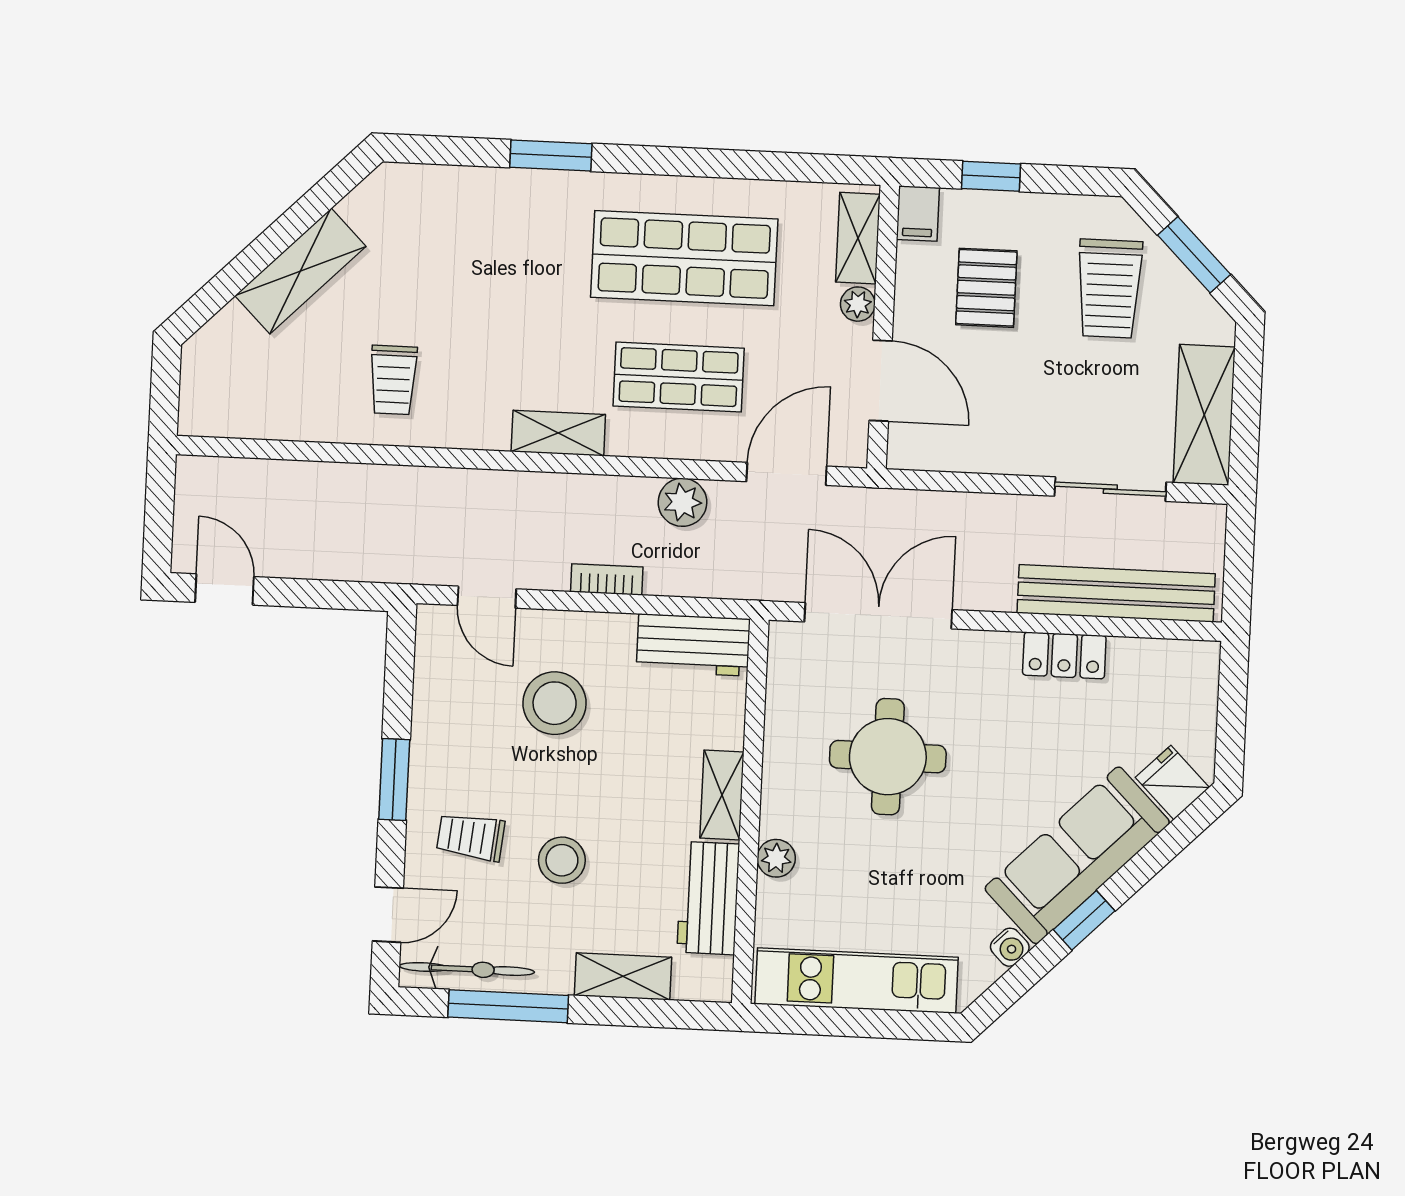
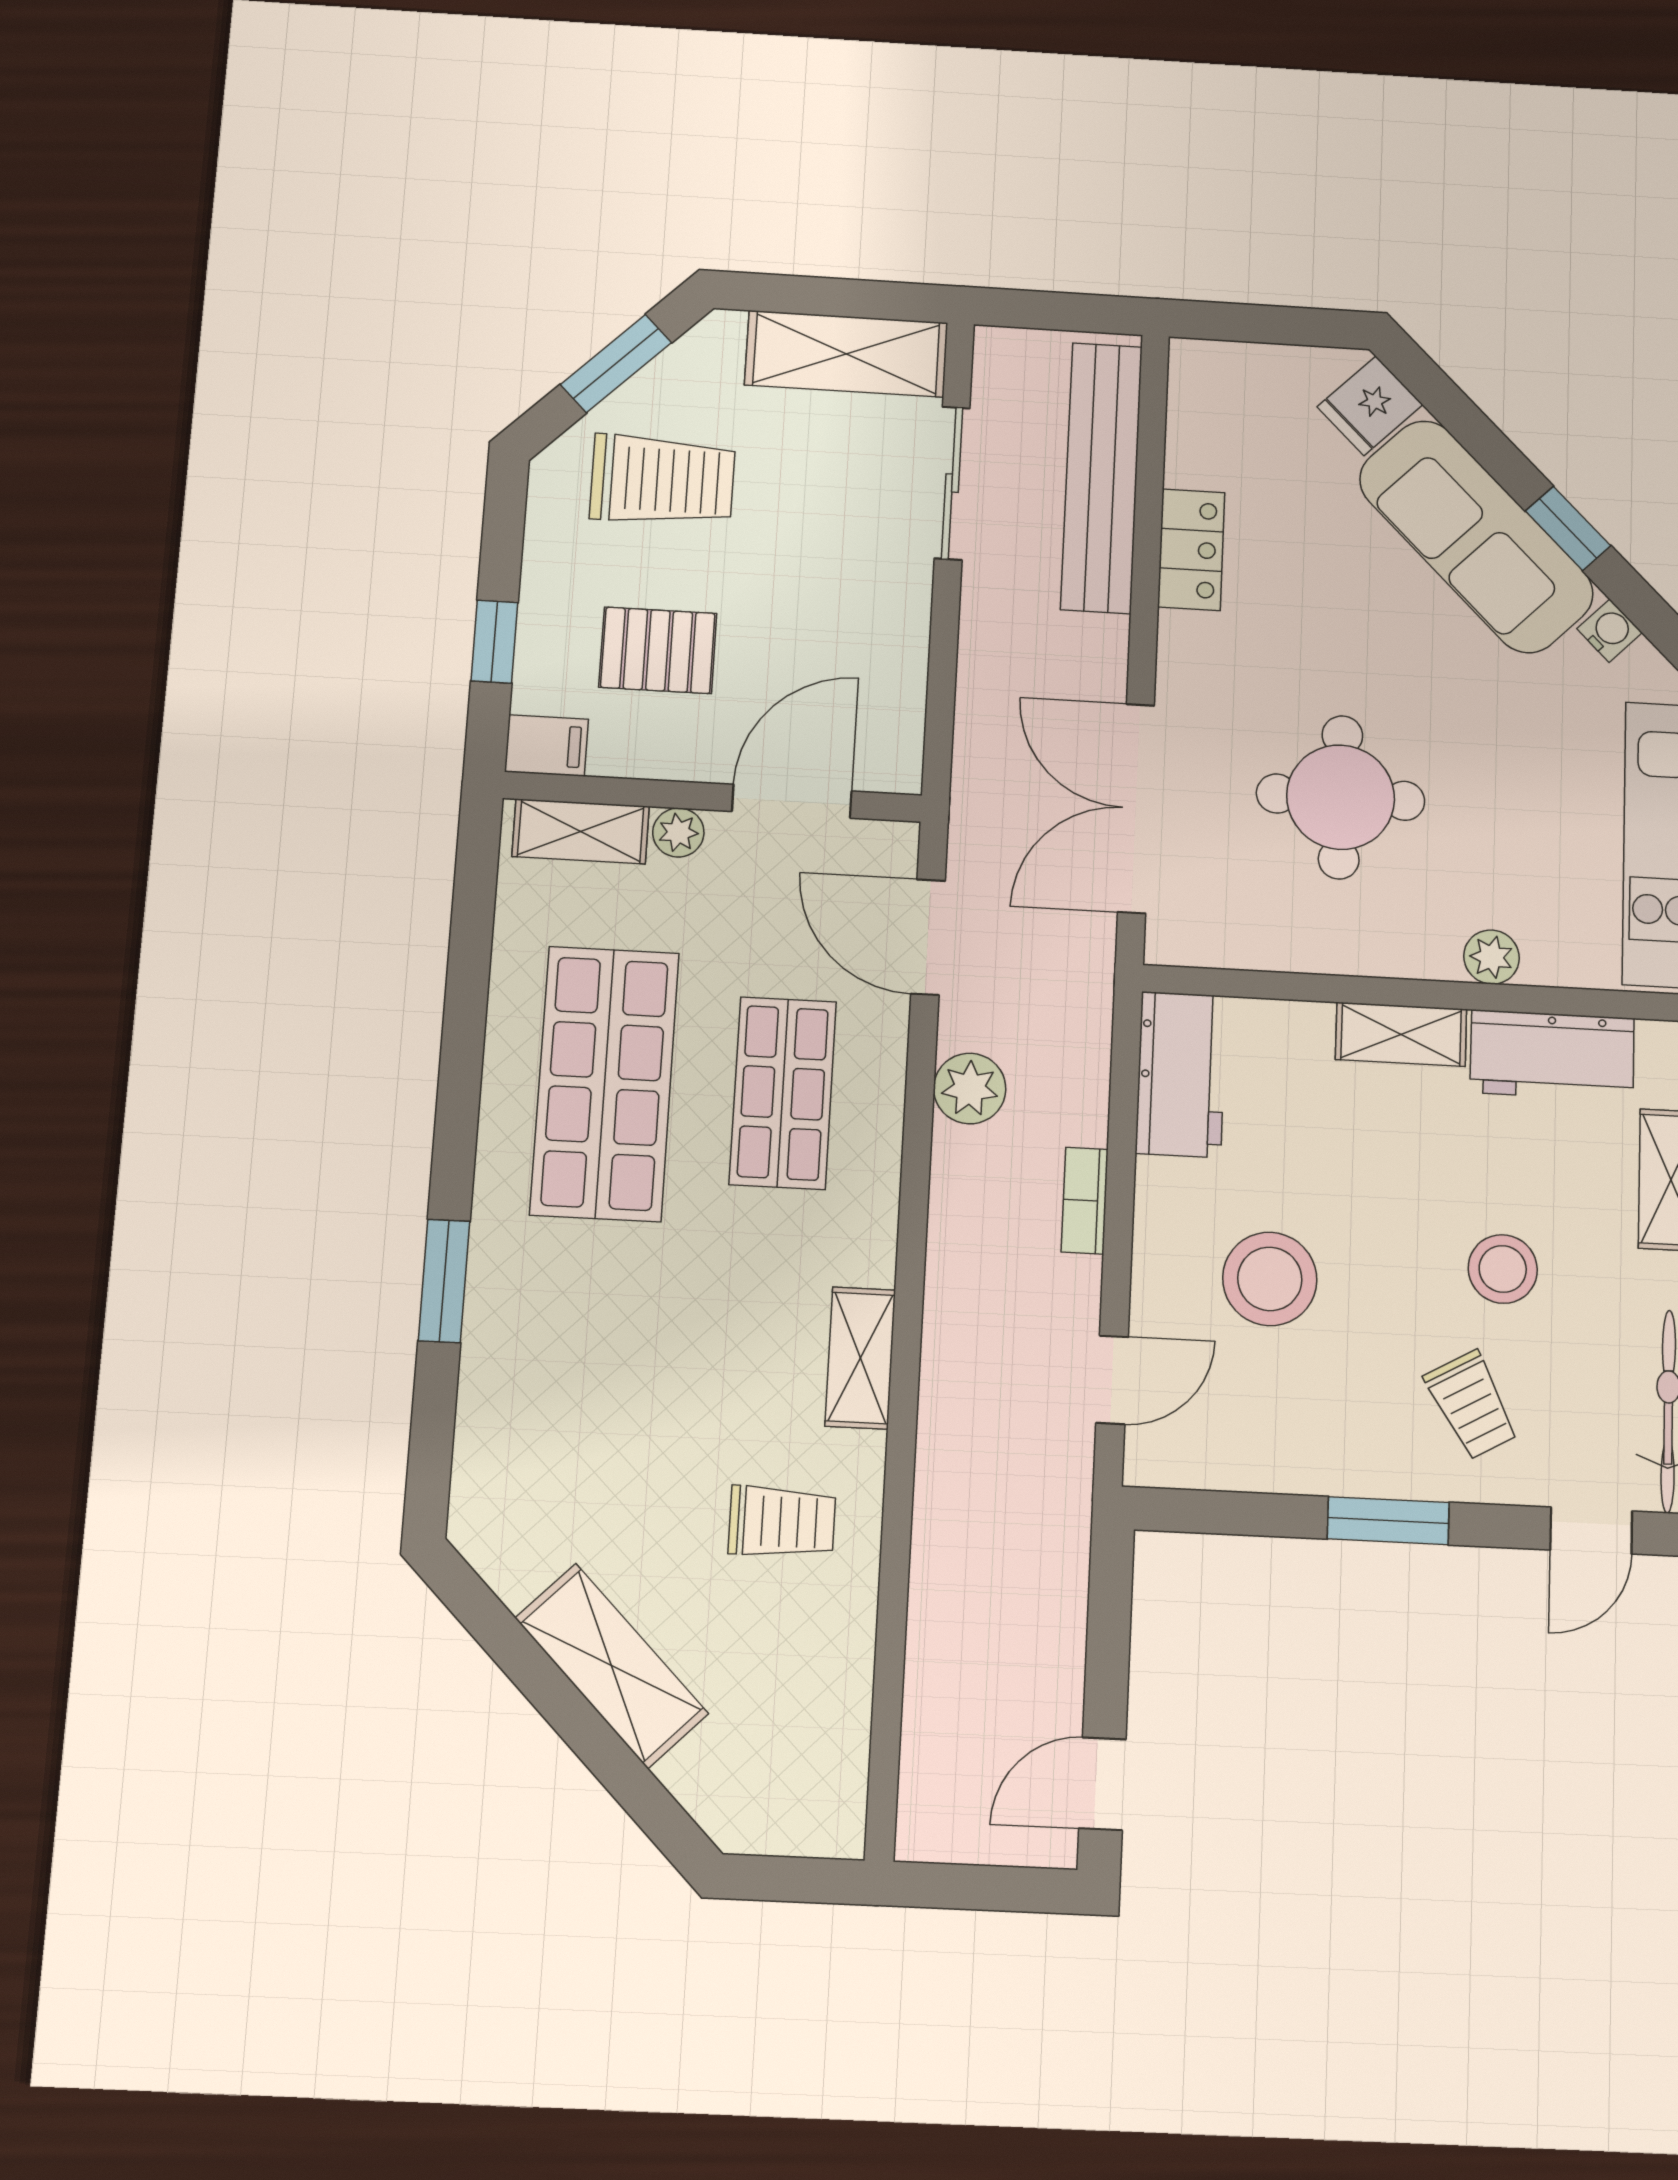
shelving: (558, 433) -> (860, 1358), moved
trolley: (471, 837) -> (1472, 1405), turned -35
door: (388, 915) -> (1591, 1531), swing flipped

